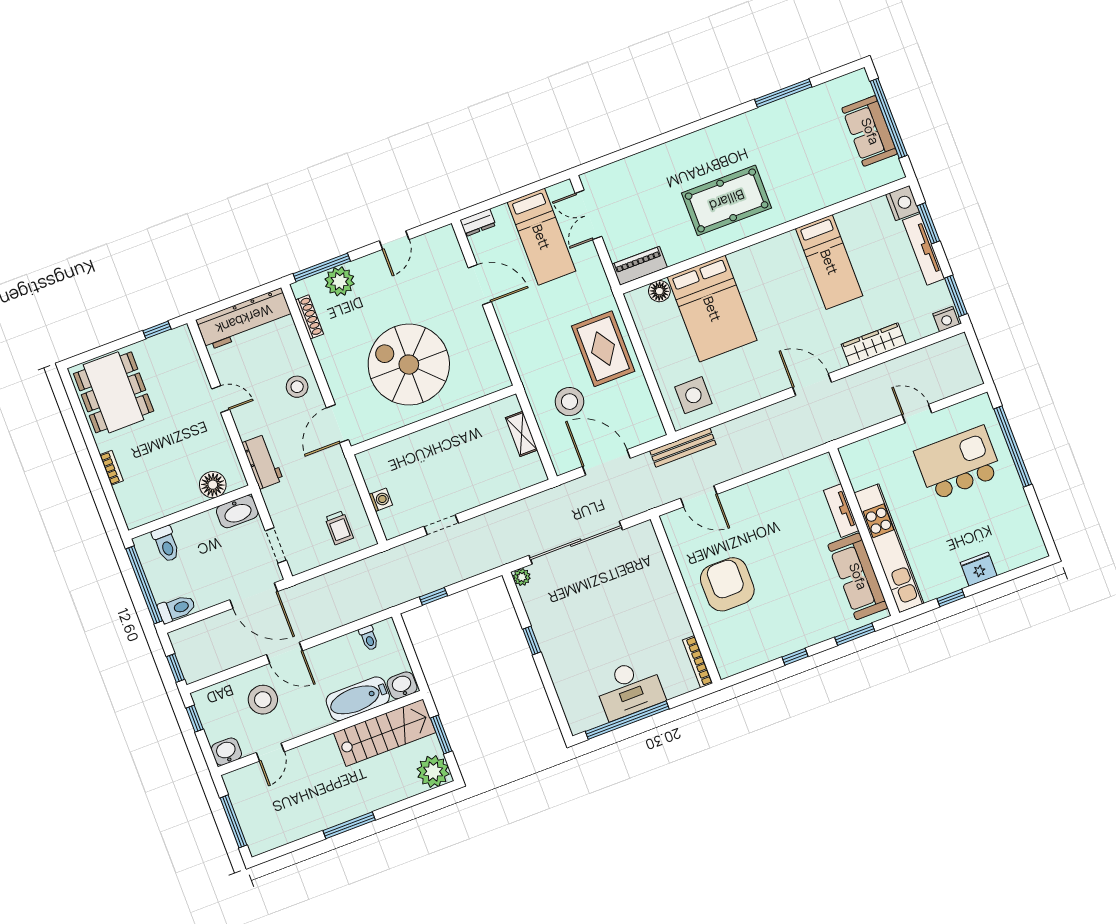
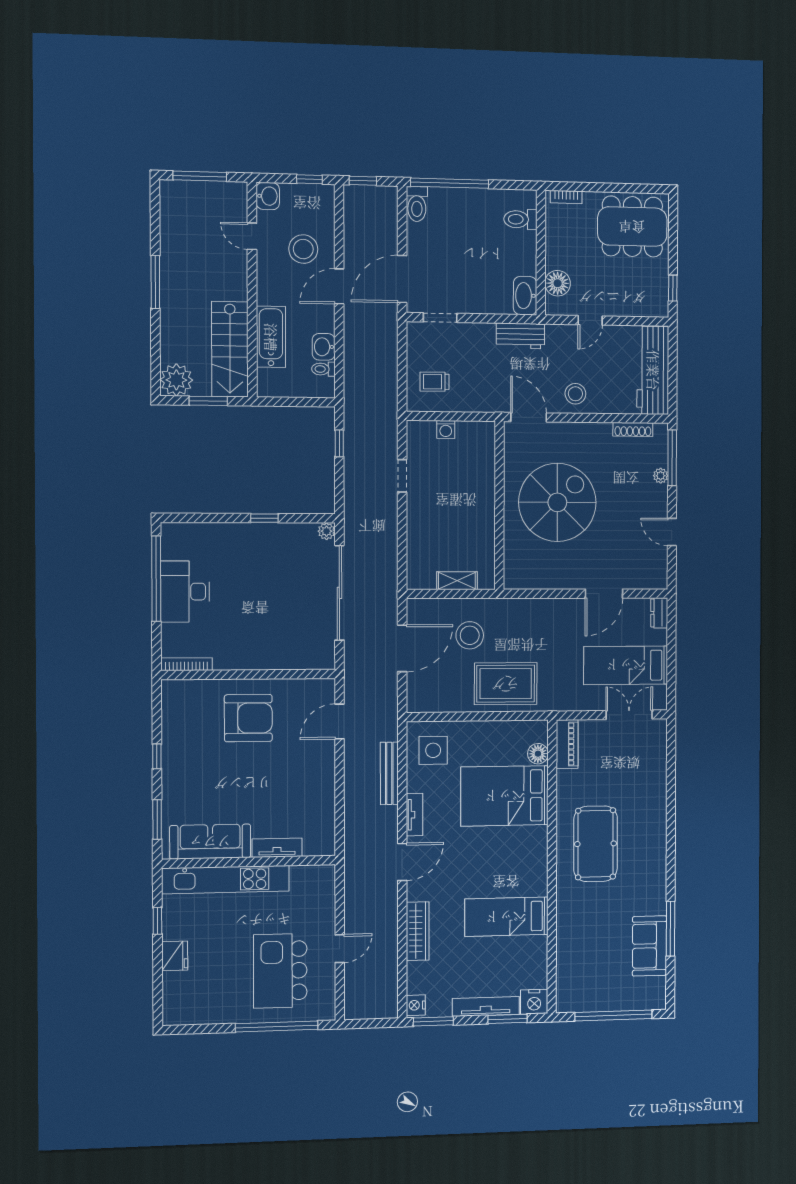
sofa: (870, 131) -> (650, 946), moved, turned -90
plant: (340, 281) -> (661, 476), width x0.53, depth x0.53
tv unit: (762, 390) -> (414, 815), added
bench: (683, 448) -> (389, 773), moved
kitchen island: (958, 463) -> (280, 971), turned 180
floor lamp: (213, 485) -> (558, 283), moved
wall: (190, 512) -> (541, 253), moved
washbasin: (237, 512) -> (525, 296), moved
toilet: (166, 544) -> (520, 219), moved
washbasin: (402, 685) -> (324, 347), moved, turned 180

